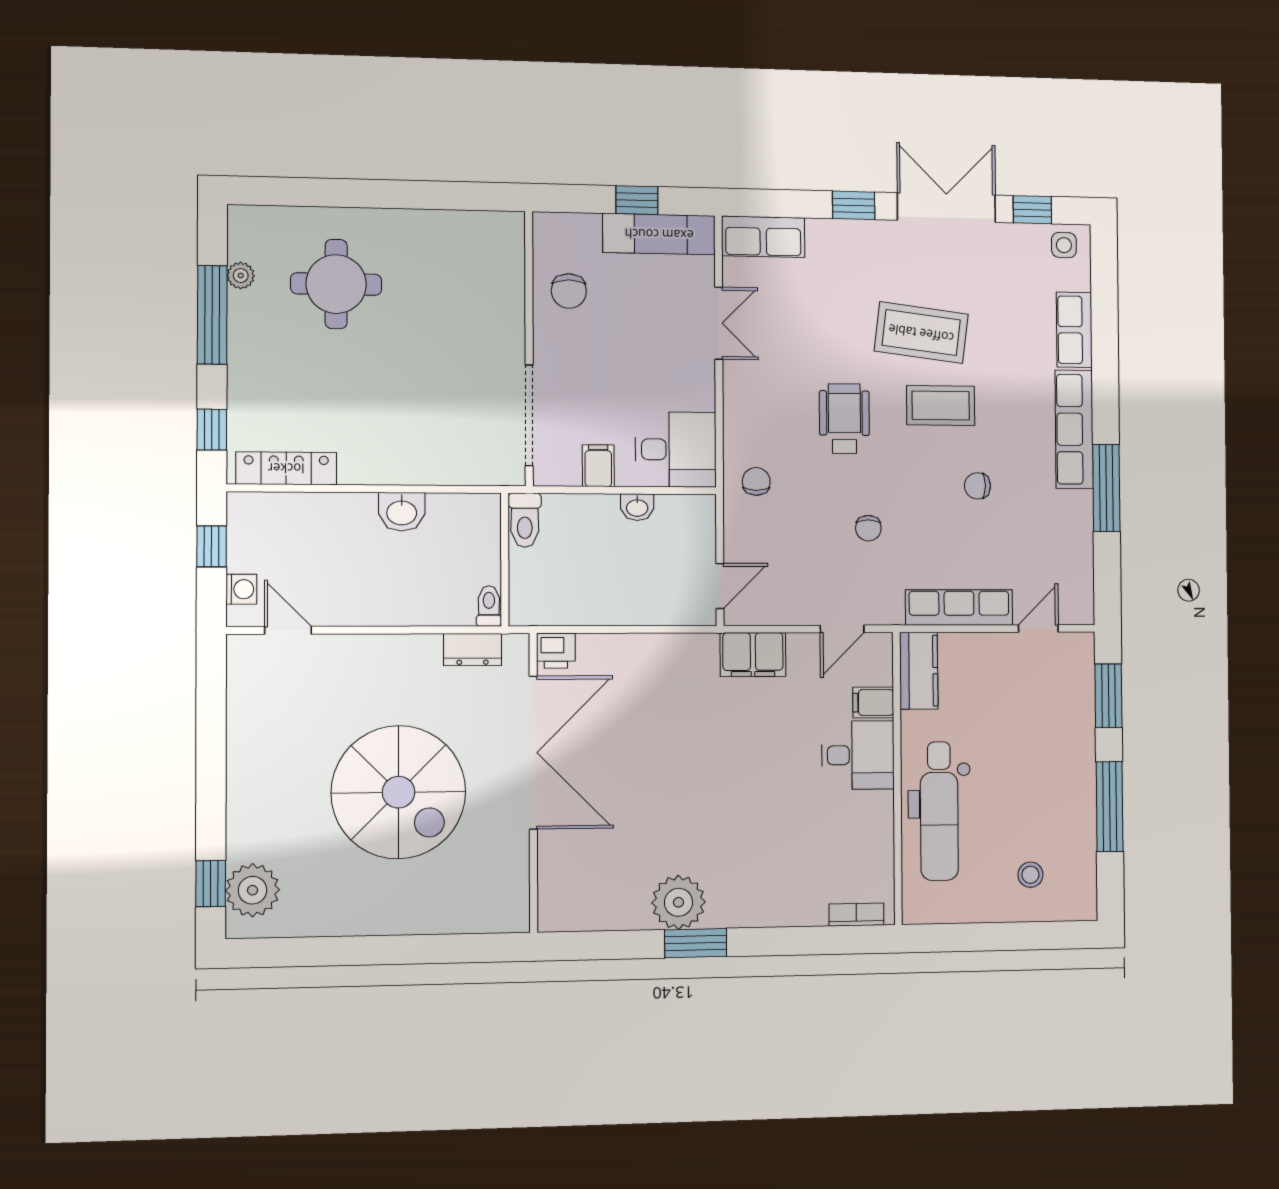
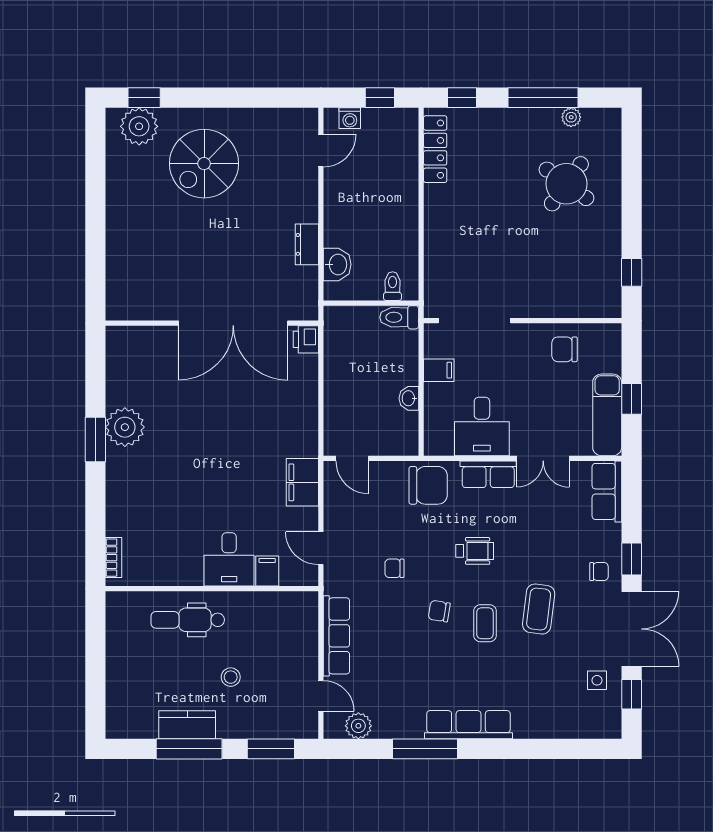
window: (461, 196) -> (632, 272), added
side table: (1064, 245) -> (597, 680), moved
chair: (871, 250) -> (599, 572), added
round table: (336, 284) -> (566, 184), turned 36
row of seats: (1074, 330) -> (488, 474), moved, turned 180
coffee table: (921, 333) -> (539, 609), width x0.73, depth x0.76
coffee table: (941, 406) -> (485, 623), width x0.73, depth x0.77
wheelchair: (844, 419) -> (475, 551), width x0.73, depth x0.73
desk: (676, 449) -> (482, 426), moved
chair: (756, 481) -> (428, 485), width x1.87, depth x1.87
chair: (977, 486) -> (439, 611), moved, turned -81
washbasin: (402, 512) -> (337, 264), moved, turned 180
plant: (1077, 578) -> (358, 726), added
toilet: (489, 606) -> (393, 286), moved, turned -90
dresser: (473, 650) -> (307, 244), moved
kitchen counter: (919, 671) -> (187, 725), moved, turned 180
spiral stairs: (399, 792) -> (204, 164), moved, width x0.73, depth x0.73
dental chair: (939, 811) -> (188, 620), width x0.73, depth x0.72
stool: (1030, 875) -> (231, 677), moved

